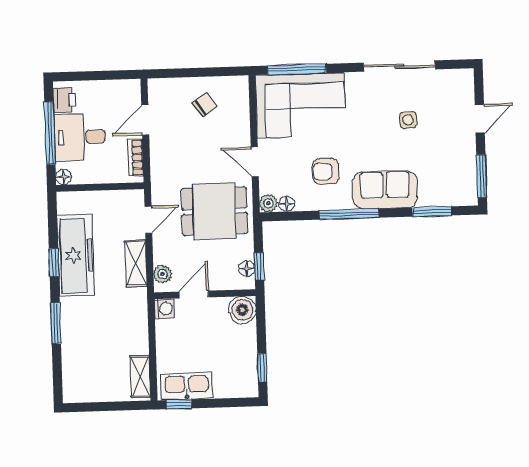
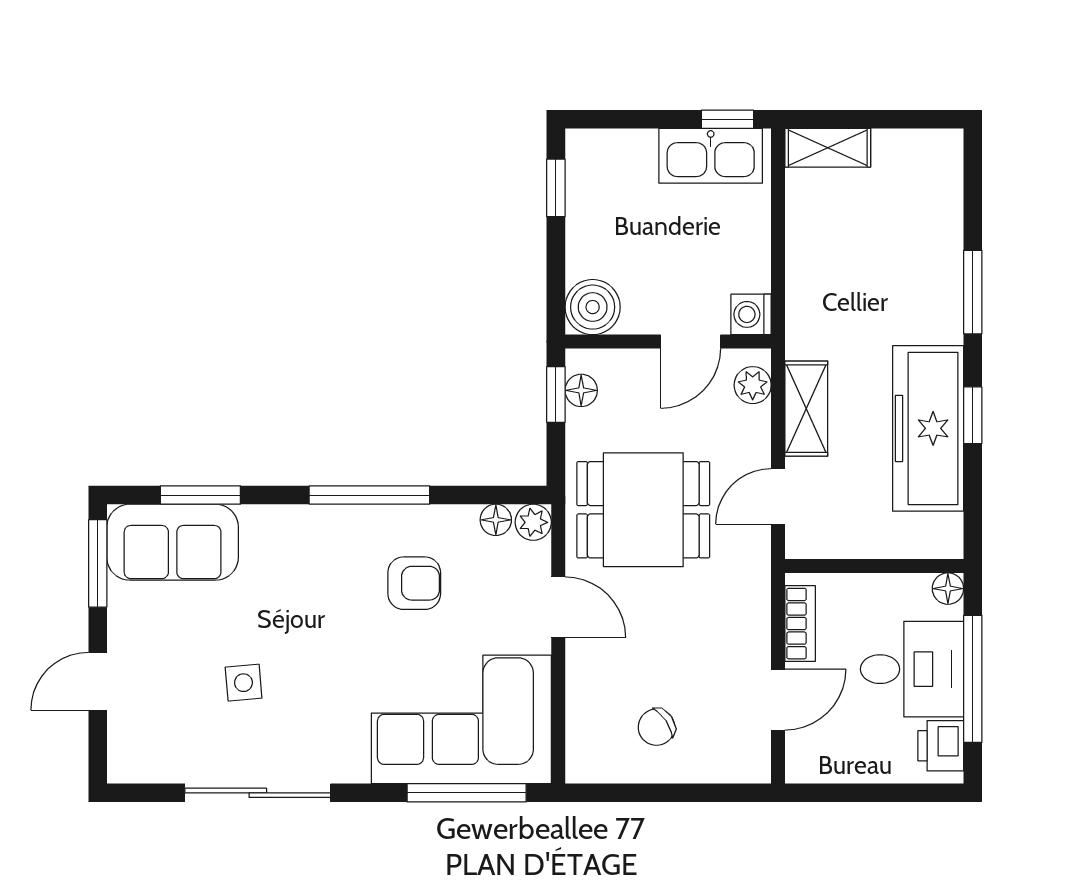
sofa: (385, 190) -> (173, 542), moved
shelving: (140, 376) -> (828, 148), moved, turned 90

